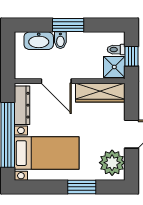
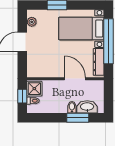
window: (68, 25) -> (78, 118), moved
wardrobe: (100, 93) -> (44, 71), removed
plant: (112, 163) -> (32, 22), width x0.53, depth x0.53

